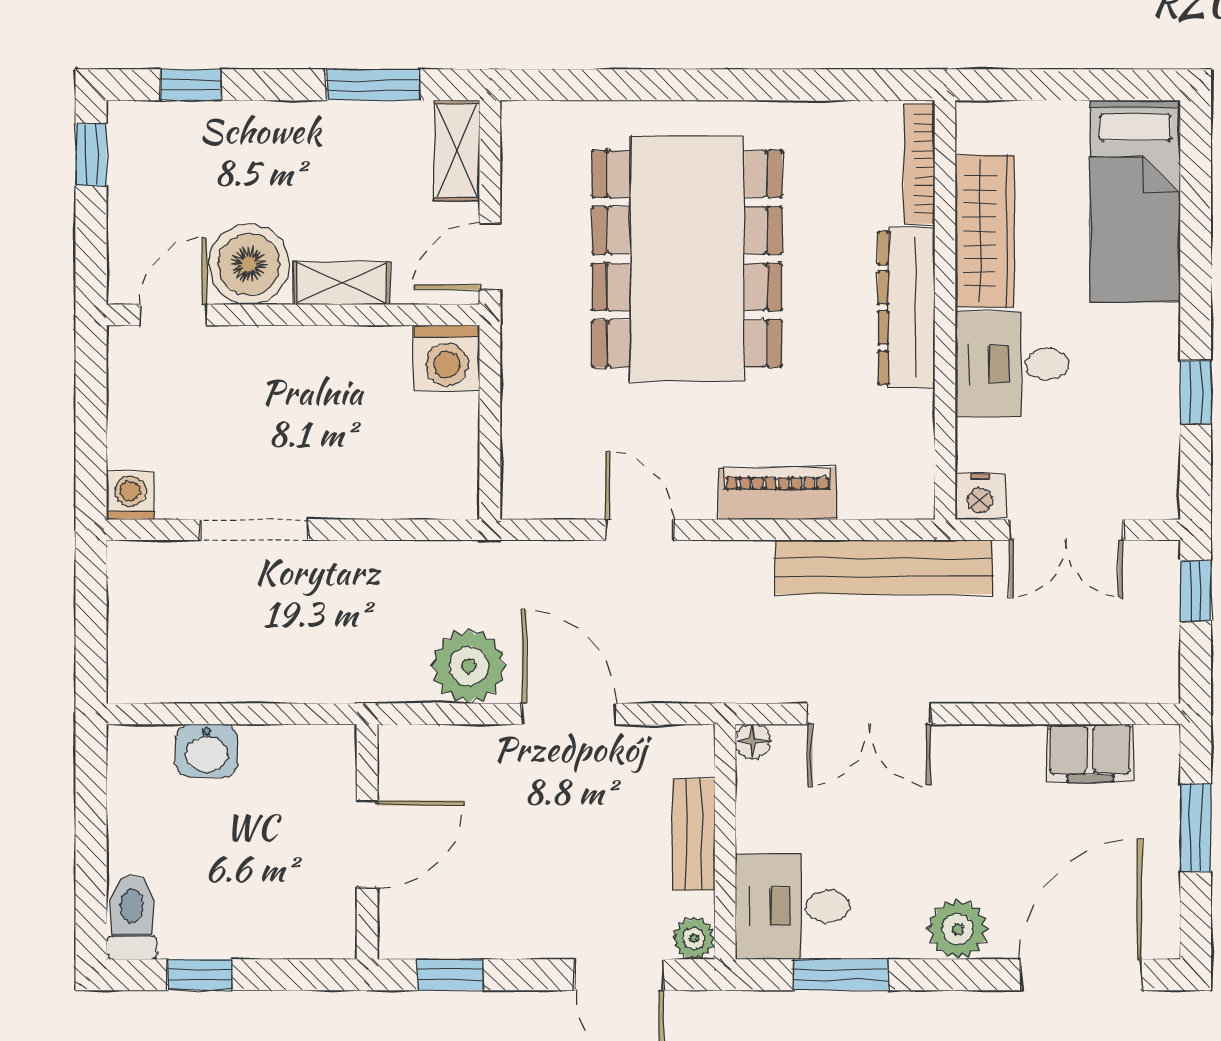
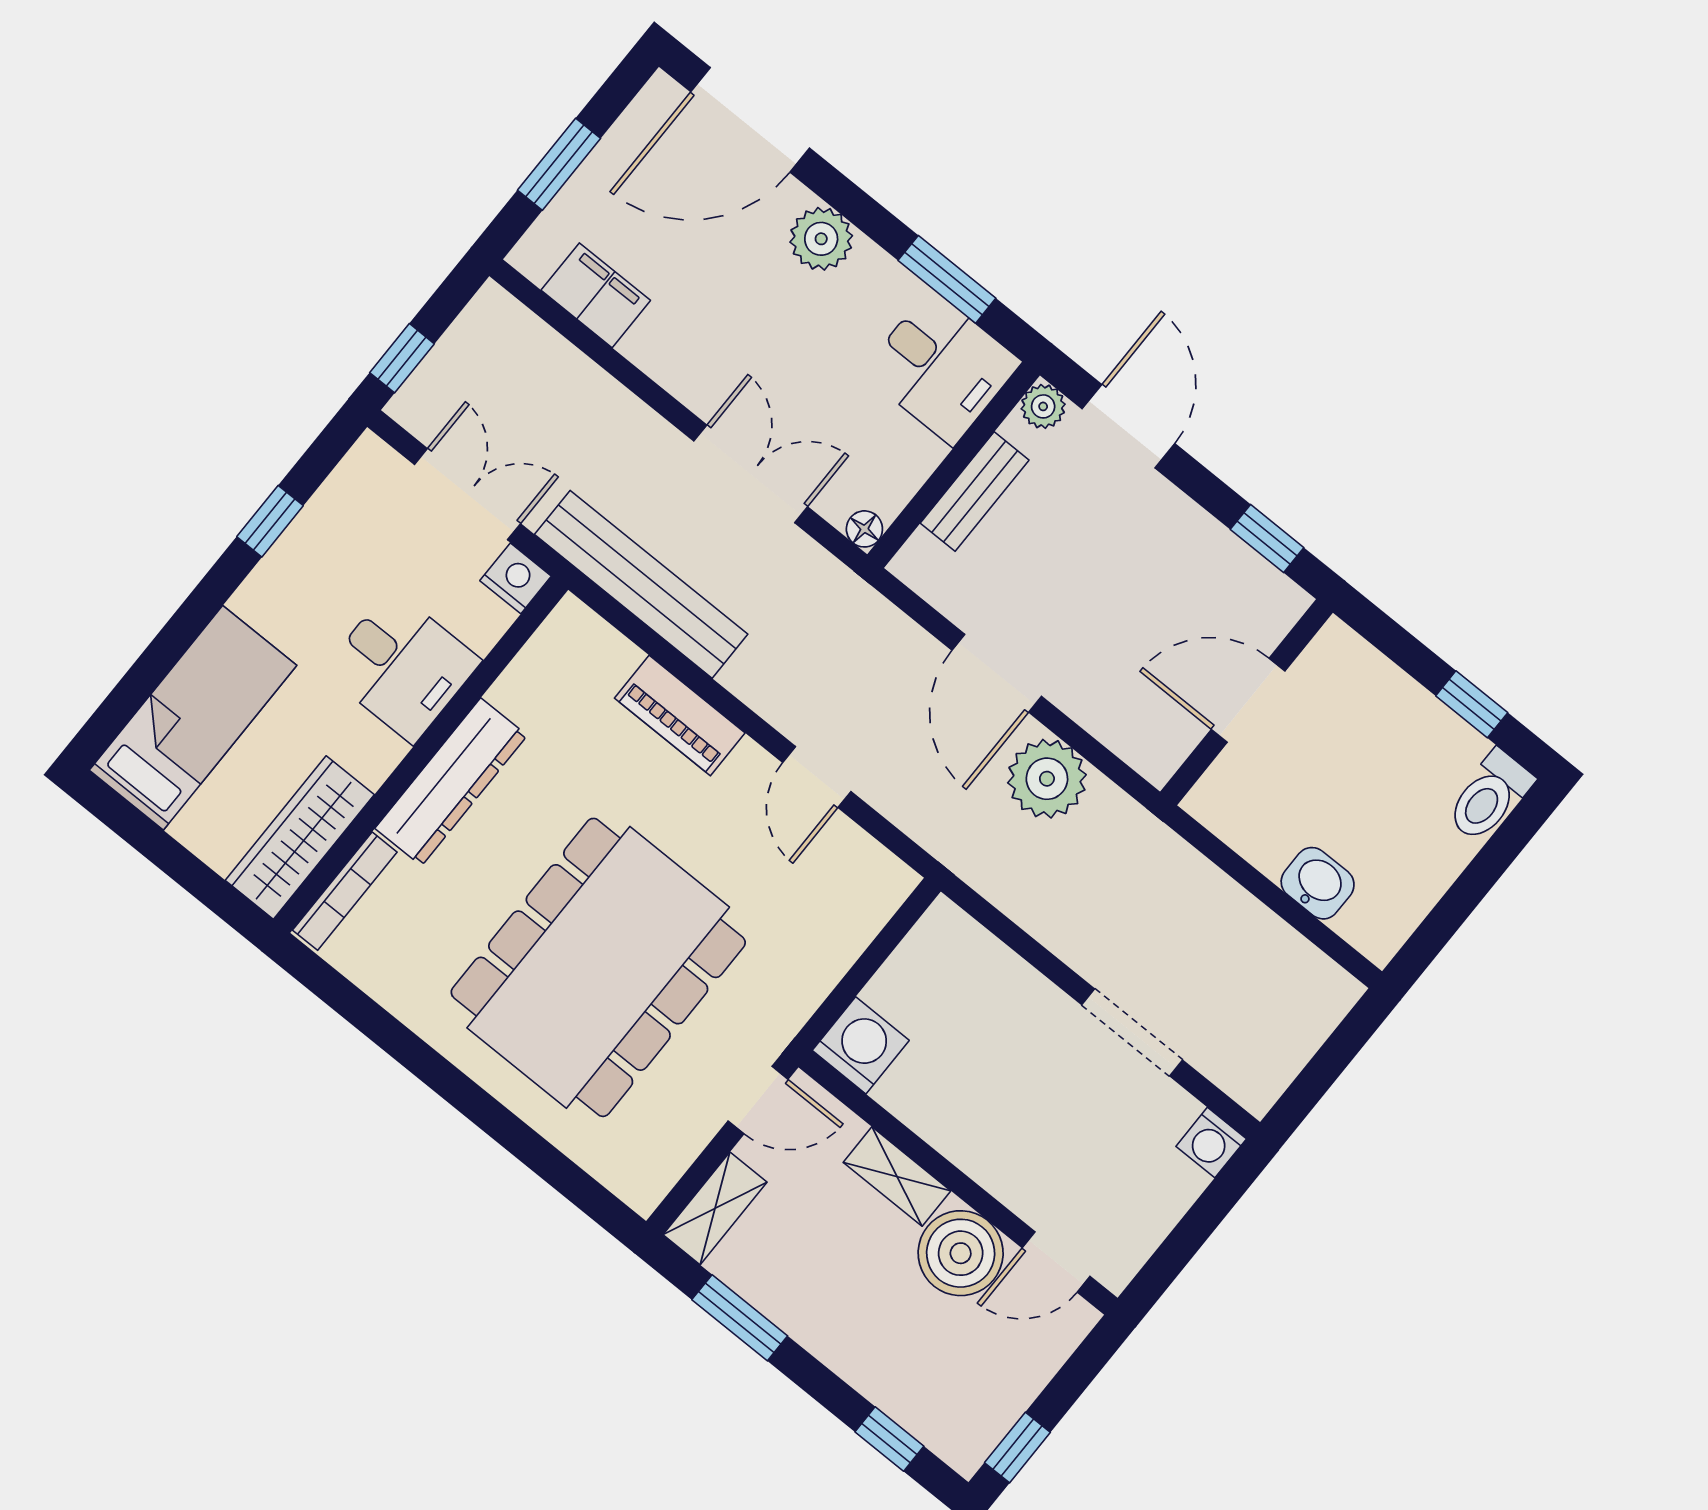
wardrobe: (985, 231) -> (300, 838), moved

